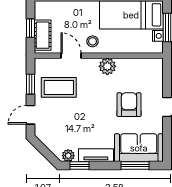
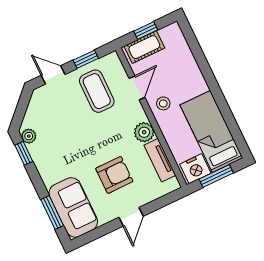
nightstand: (158, 36) -> (195, 169), width x1.89, depth x1.79
tv unit: (96, 155) -> (160, 160), moved, turned 180

